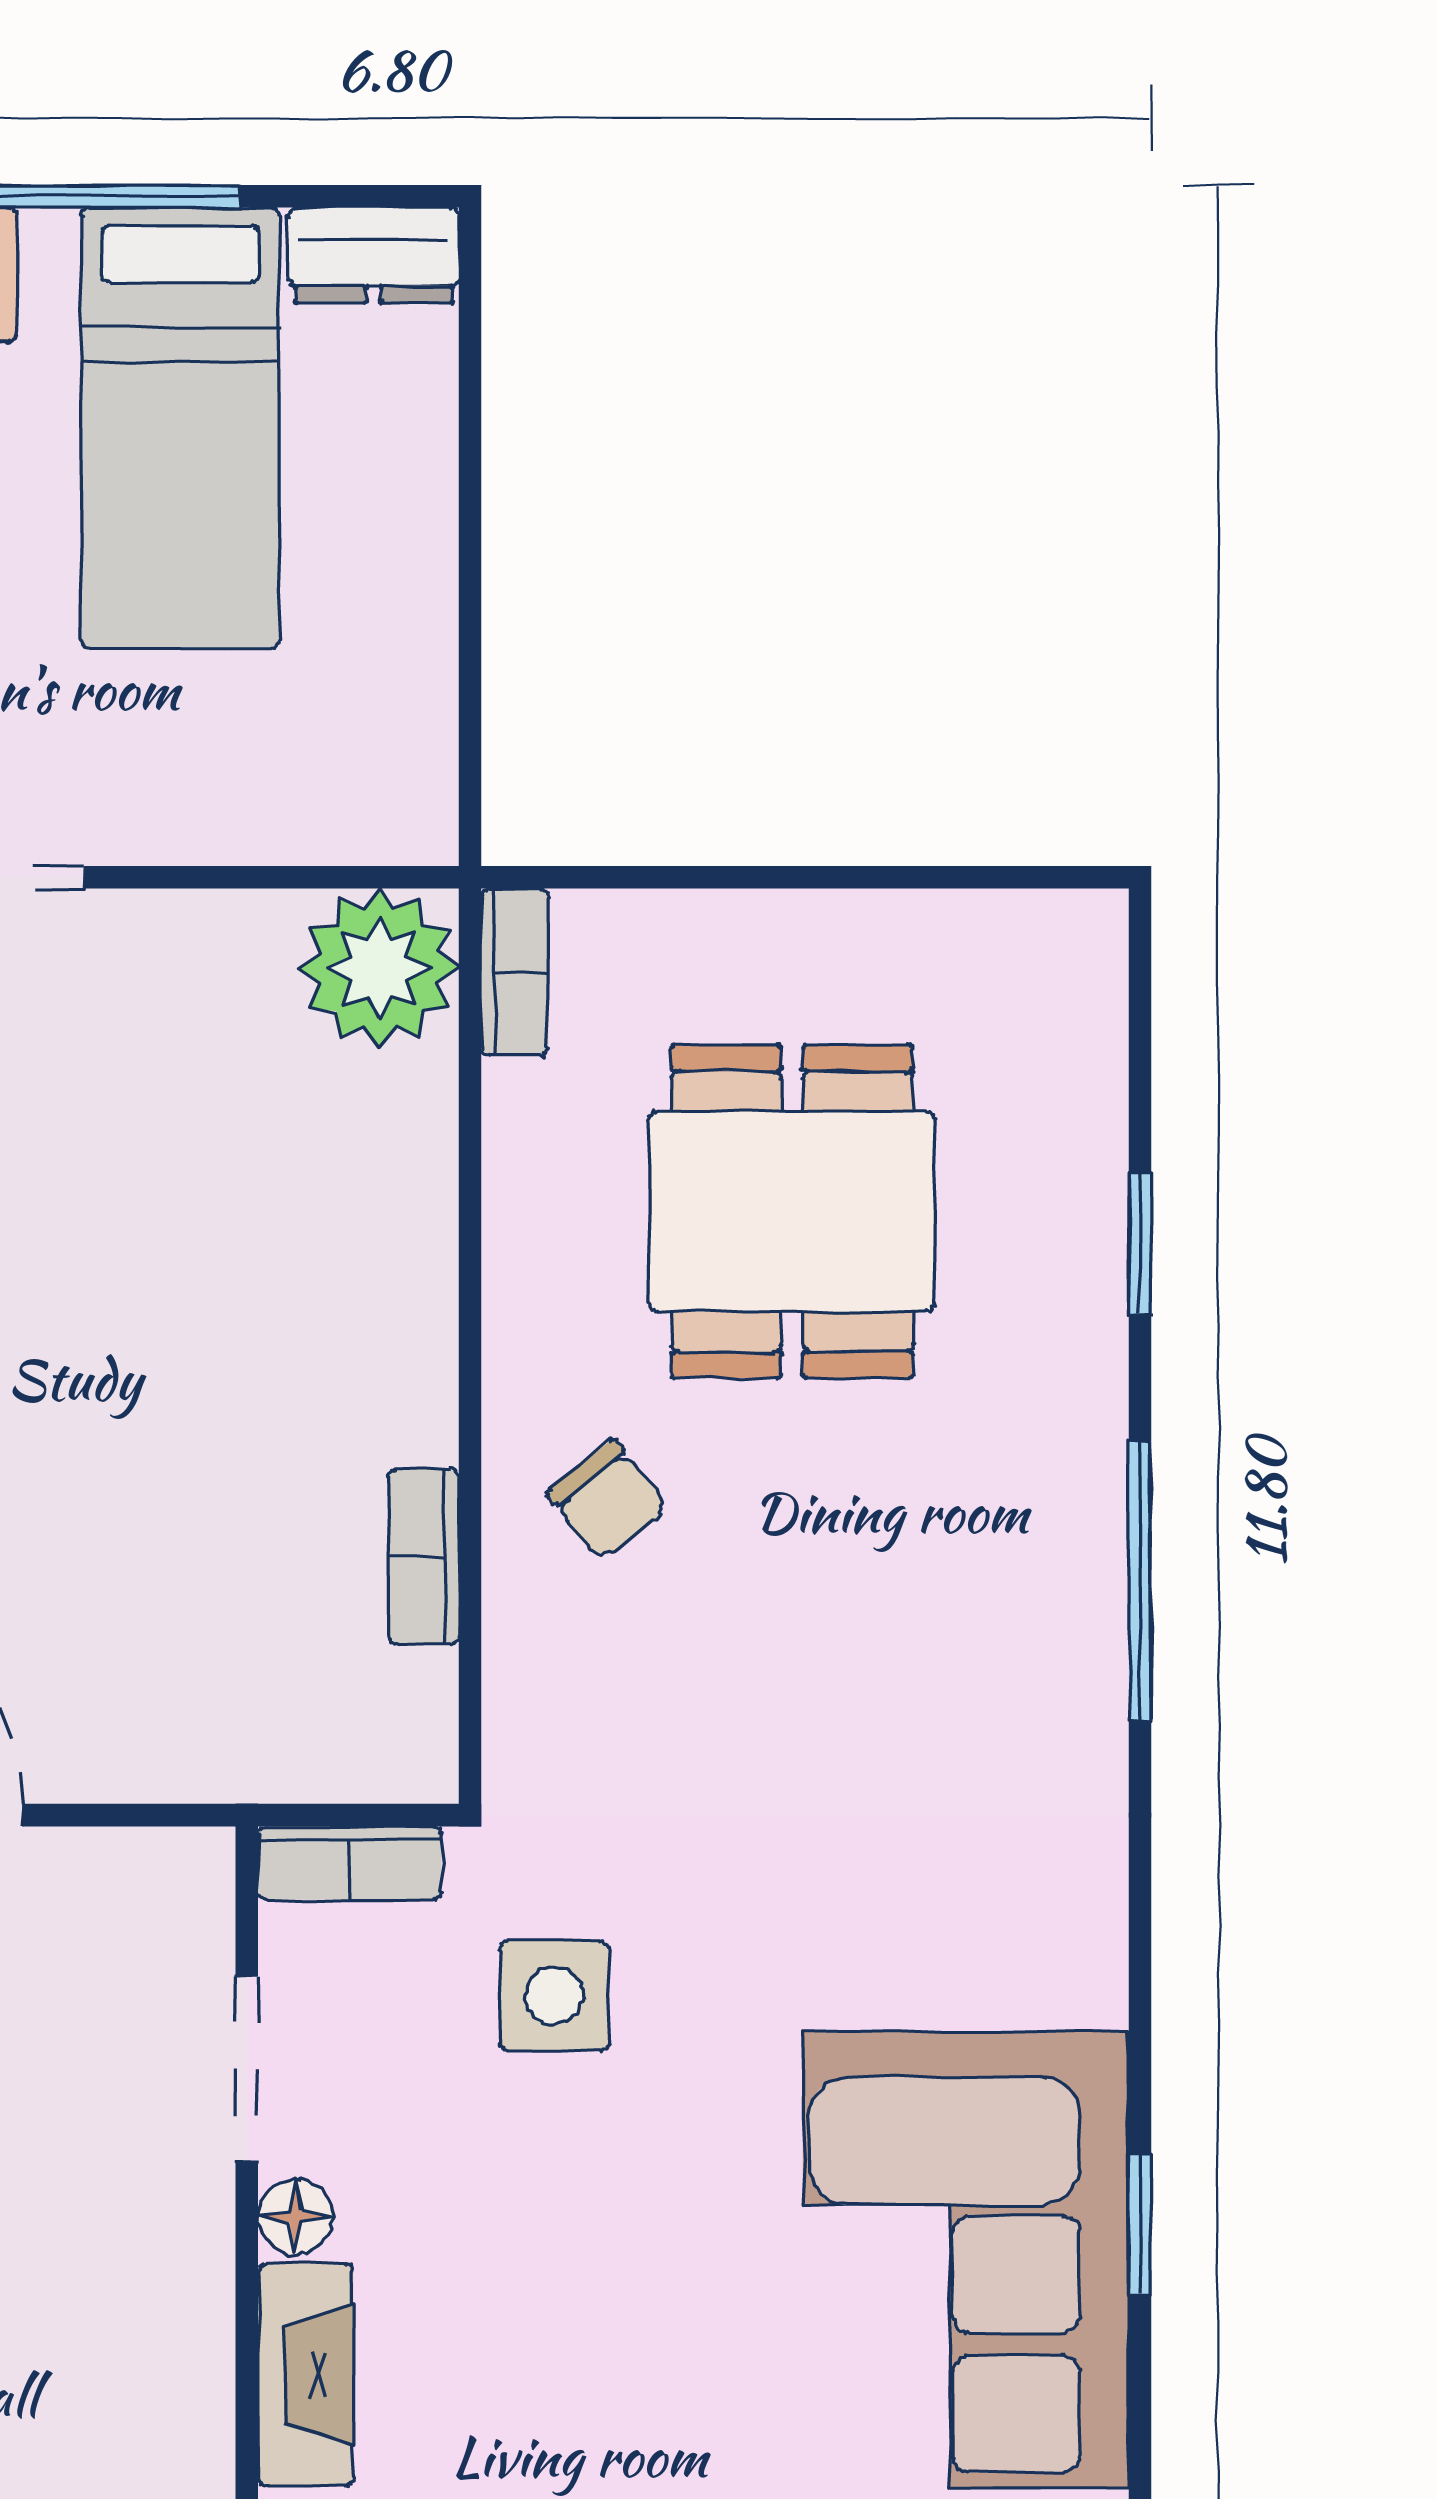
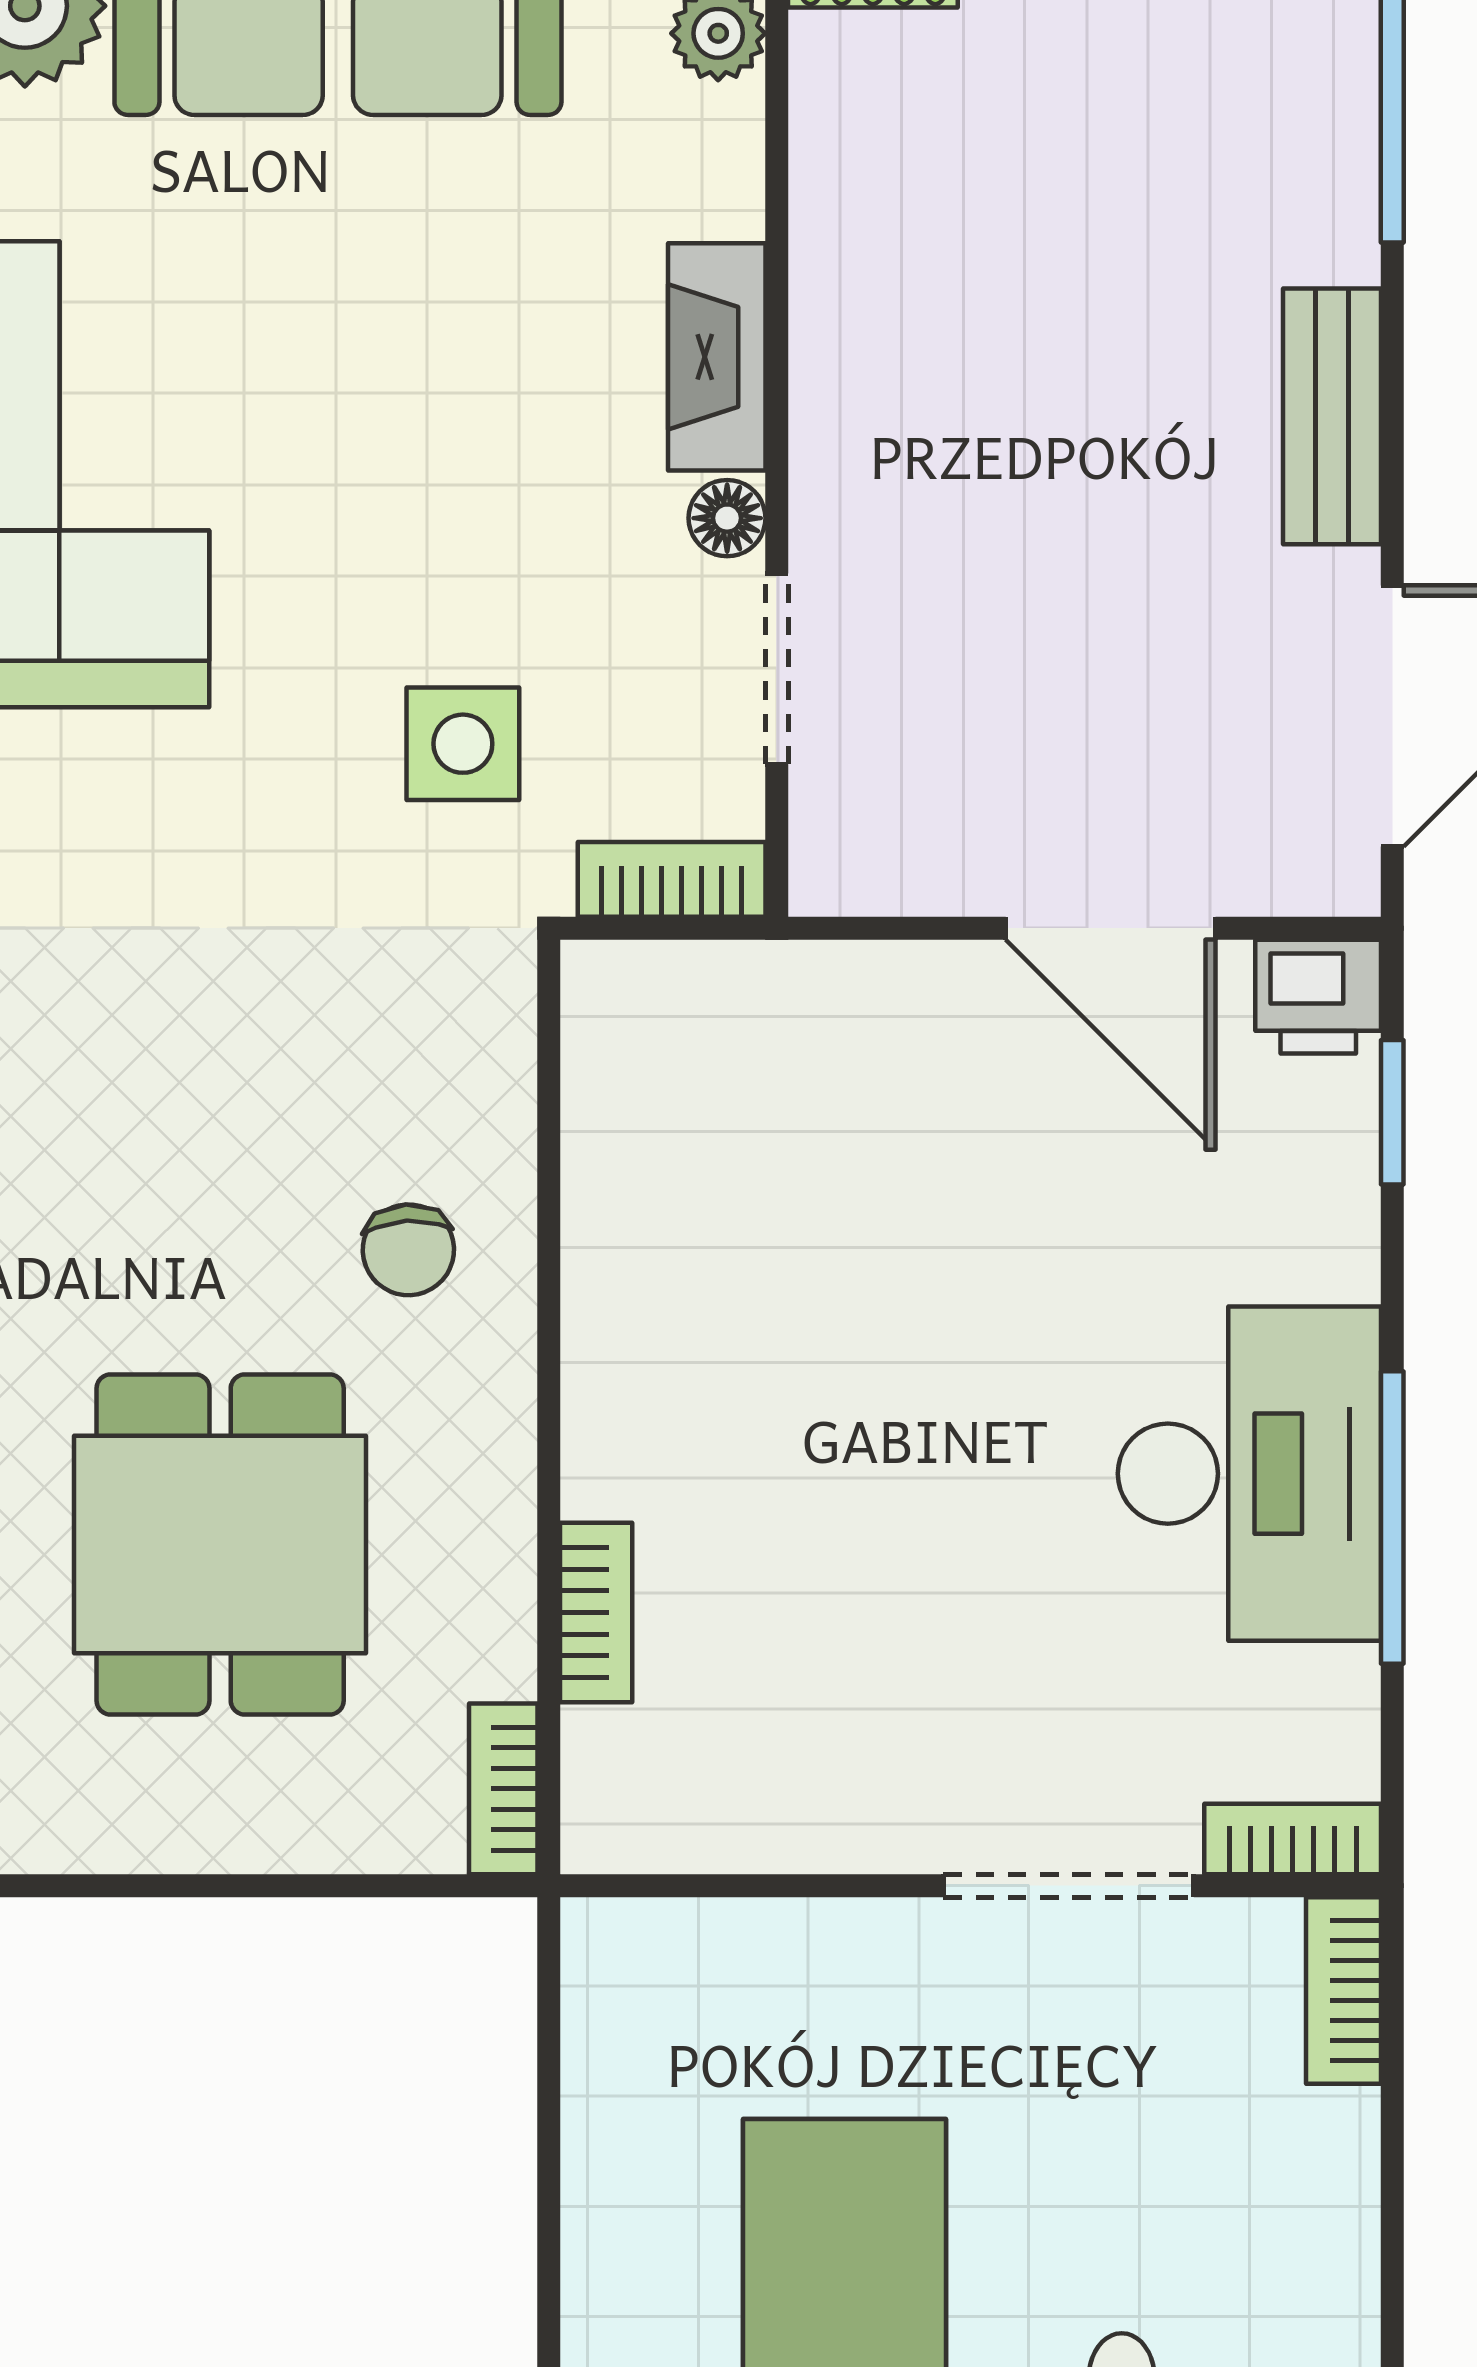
plant: (379, 968) -> (642, 1793), removed
chair: (608, 1500) -> (408, 1250), turned -144
bookcase: (424, 1556) -> (596, 1613), moved

